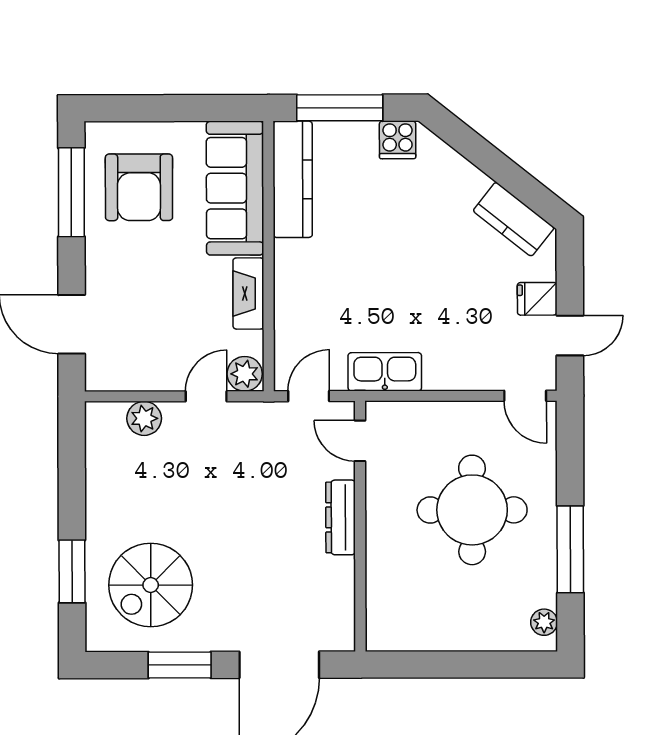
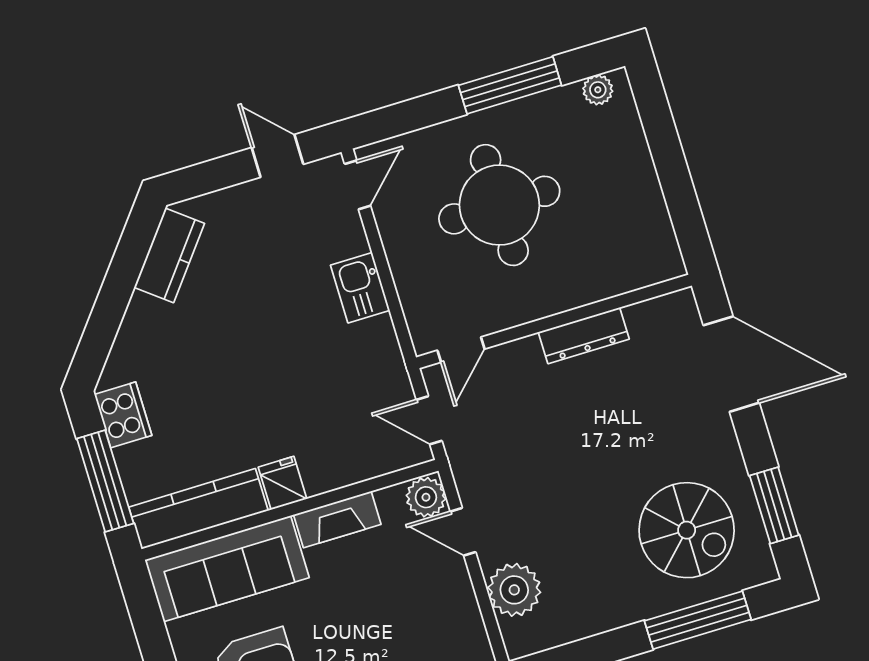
cooker: (398, 140) -> (123, 415), width x1.36
fridge: (537, 299) -> (283, 483), moved, turned 180
kitchen sink: (385, 372) -> (360, 288), moved, width x0.73
plant: (144, 418) -> (514, 590), width x1.36, depth x1.36
dresser: (341, 517) -> (584, 336), moved
window: (72, 571) -> (698, 620), width x1.44
window: (180, 665) -> (774, 505), moved

